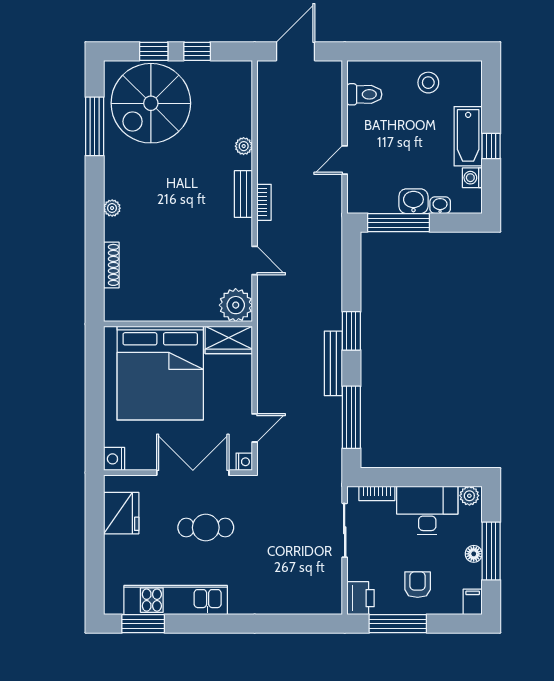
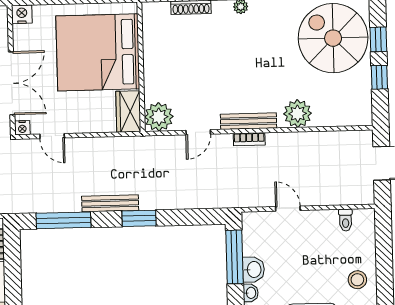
toilet: (364, 94) -> (346, 220), width x0.73, depth x0.72
plant: (244, 146) -> (298, 114), width x1.88, depth x1.88
bench: (243, 194) -> (248, 121), width x1.36

